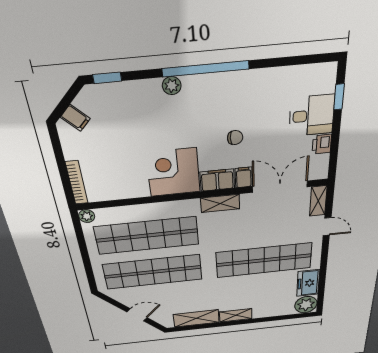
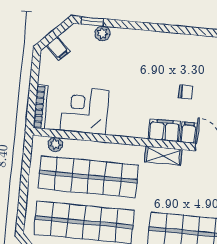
window: (206, 69) -> (170, 29), removed
plant: (172, 86) -> (102, 33), moved
corner desk: (173, 172) -> (85, 110), moved
plant: (87, 216) -> (55, 144), moved

